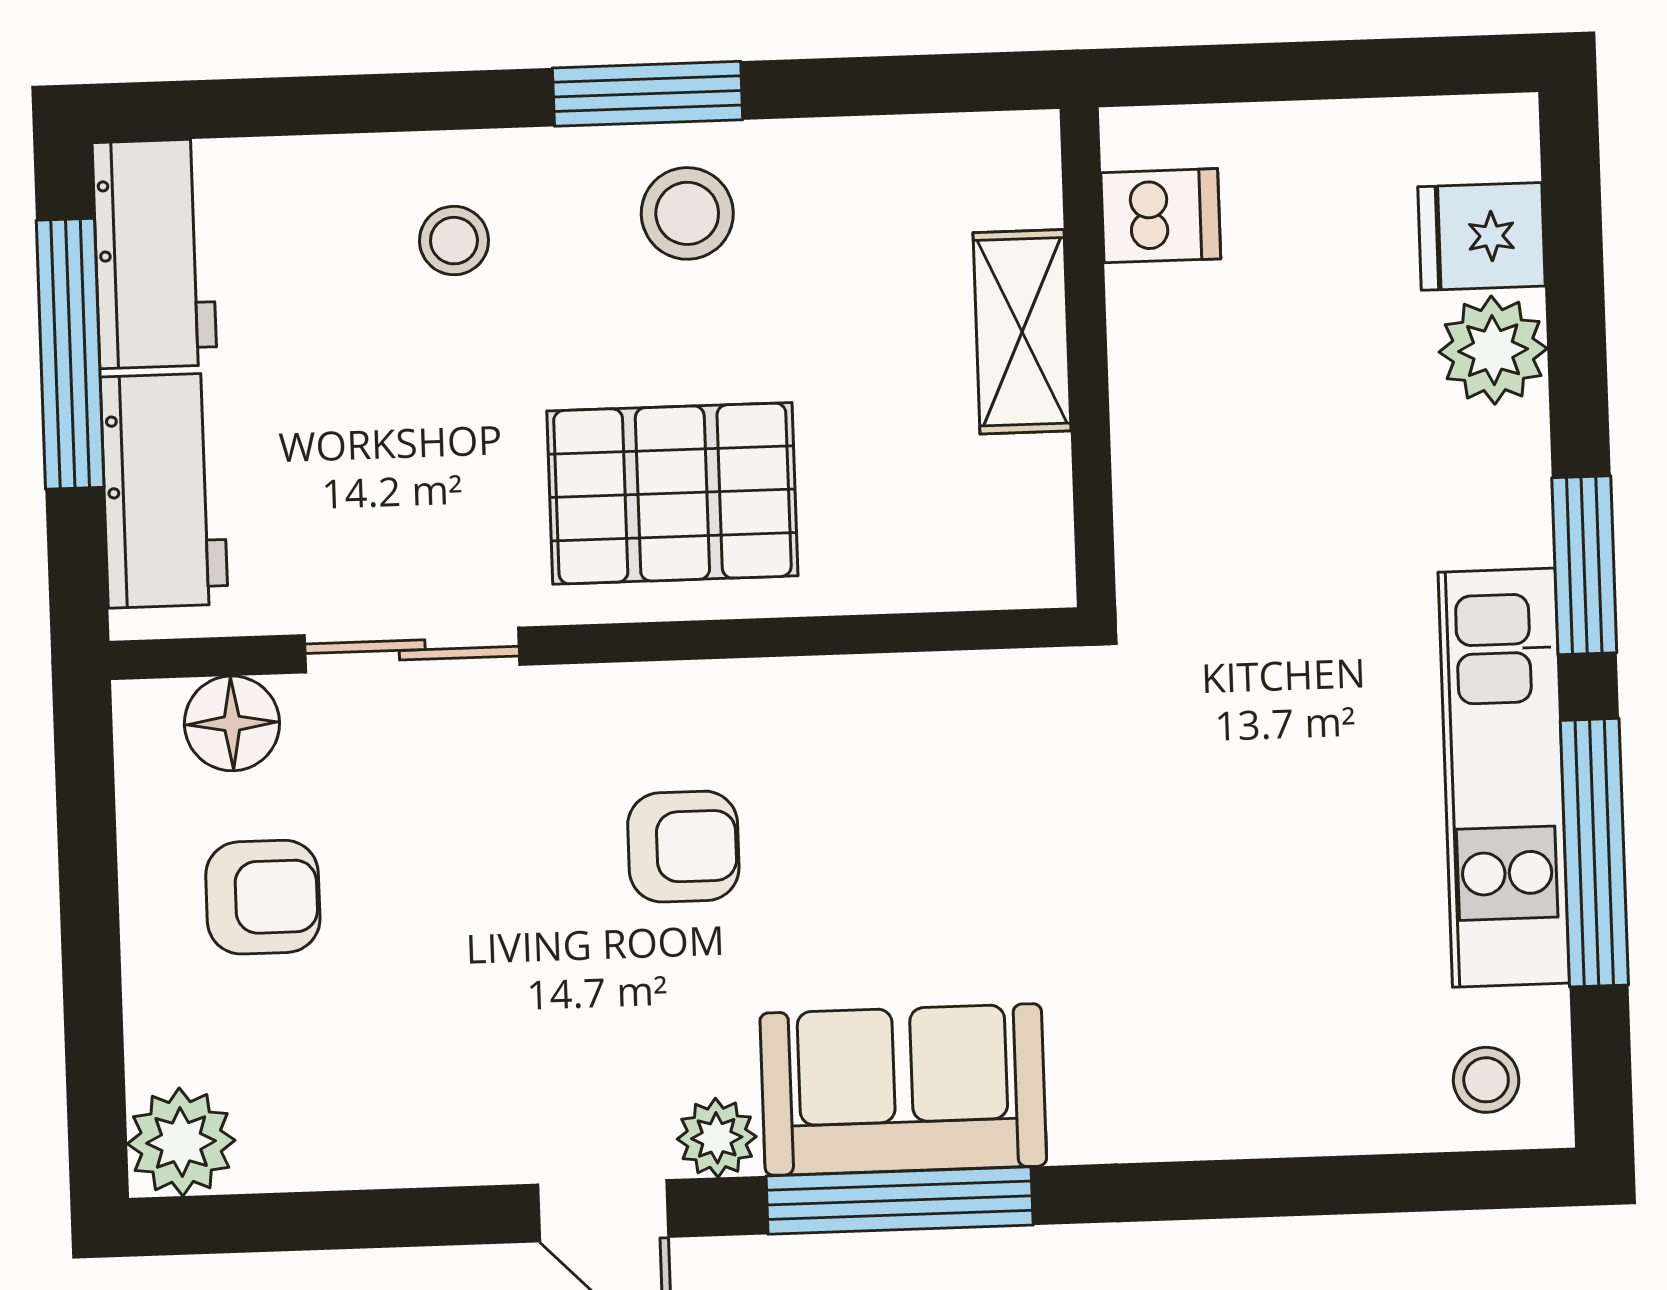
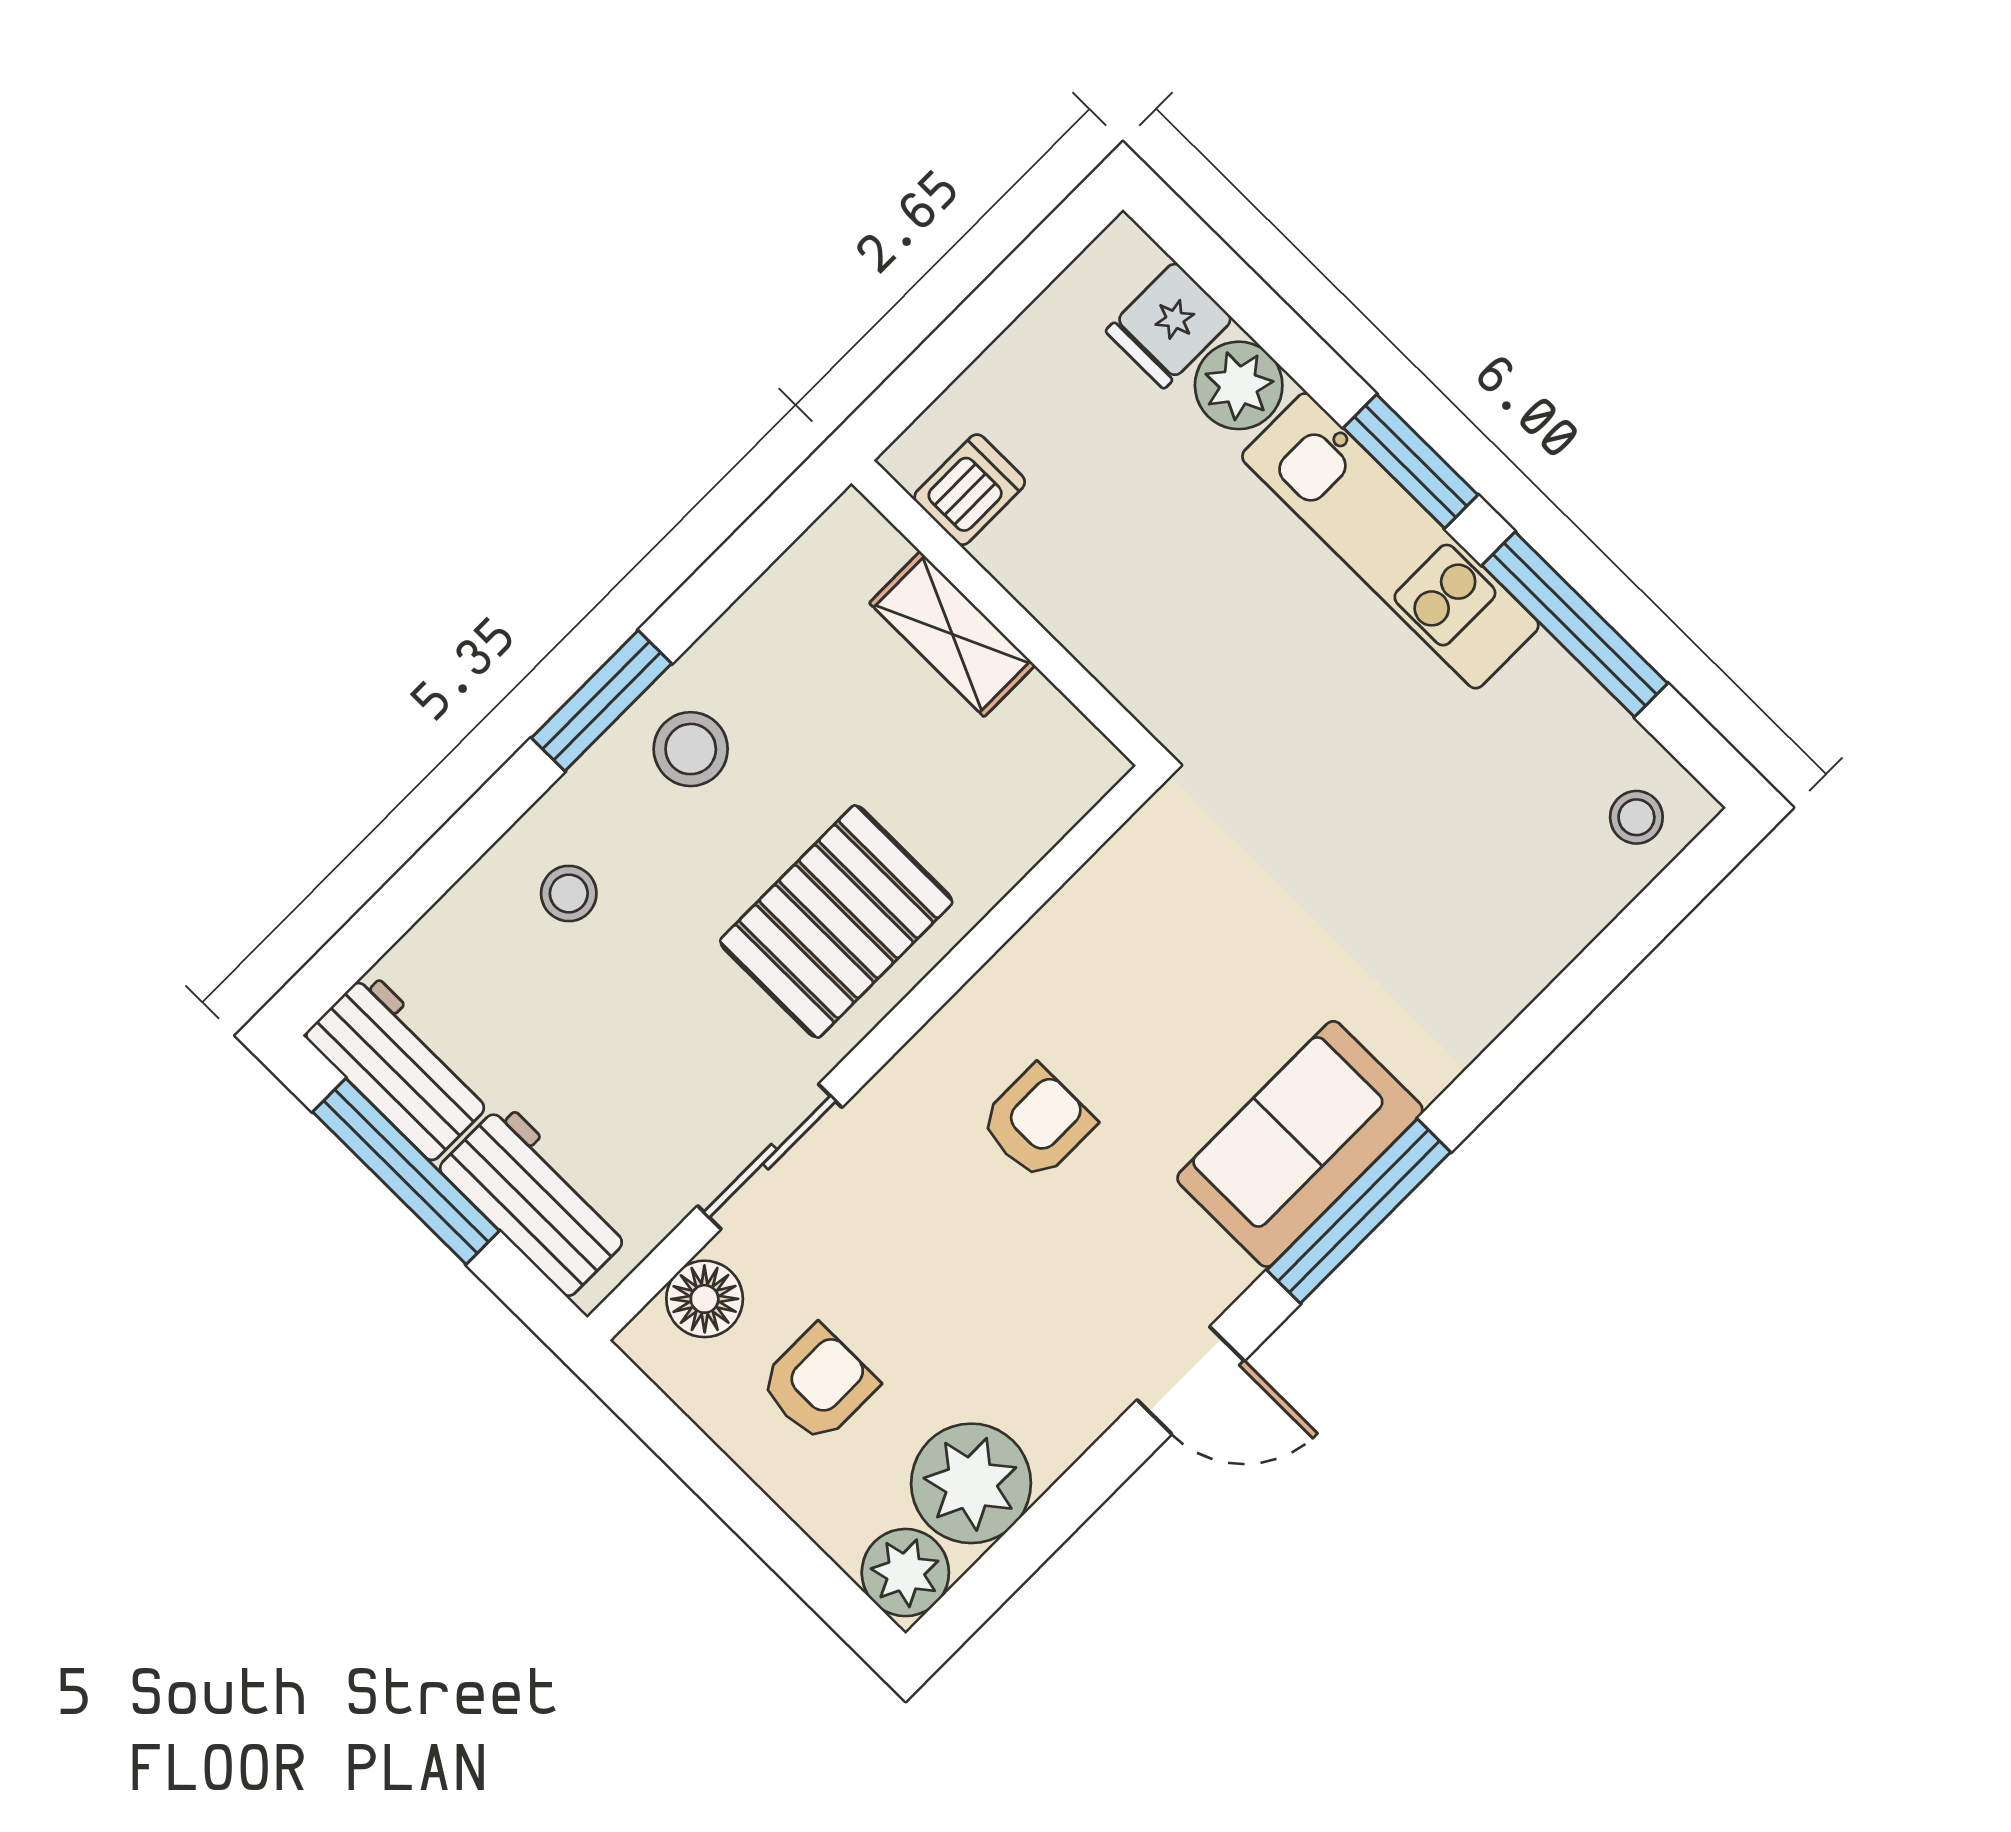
kitchen unit: (1504, 778) -> (1390, 541), moved
plant: (717, 1138) -> (971, 1483), moved, width x1.87, depth x1.87

